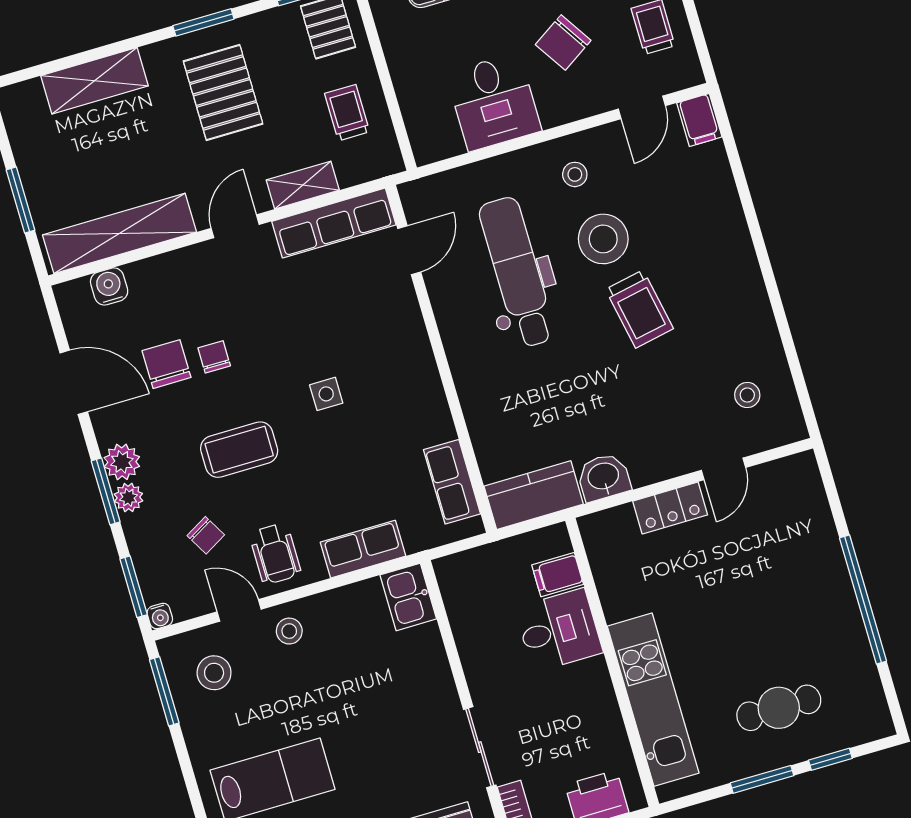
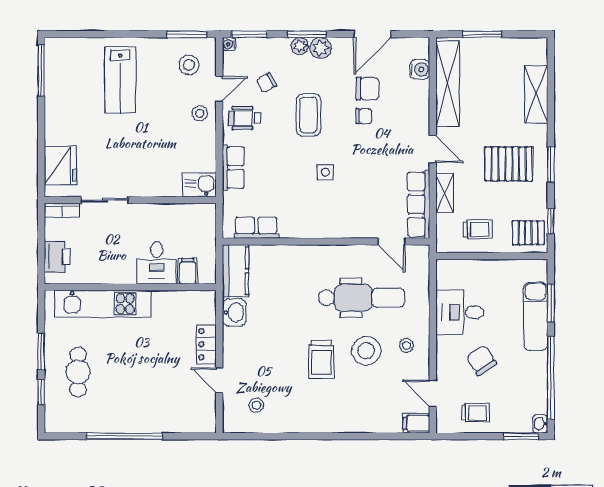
trolley: (639, 309) -> (321, 359), turned -79

